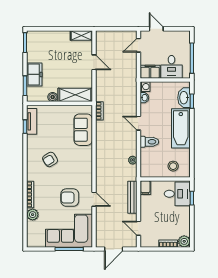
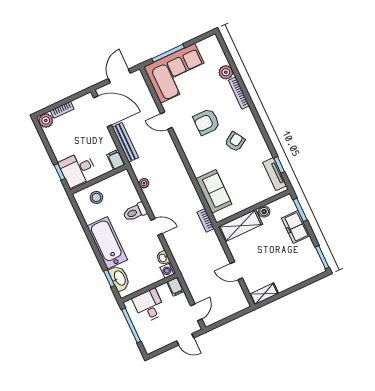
filing cabinet: (150, 72) -> (175, 287), width x0.50
armchair: (70, 198) -> (206, 122), moved, turned 180
door: (138, 228) -> (103, 111), width x1.87

